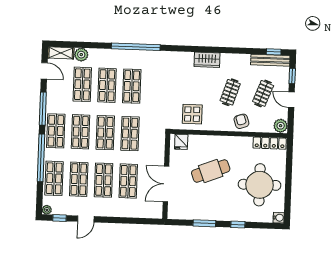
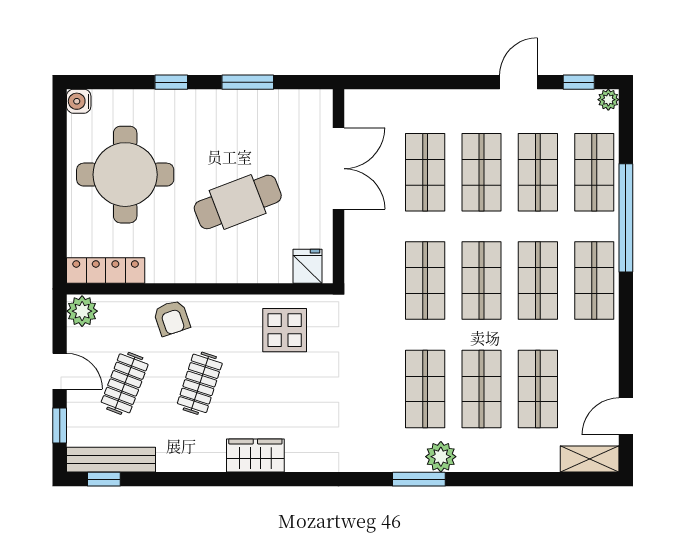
window: (136, 47) -> (419, 479), width x0.47
plant: (81, 55) -> (441, 457), moved
door: (44, 71) -> (626, 416), hinge flipped
window: (43, 109) -> (626, 330), removed

